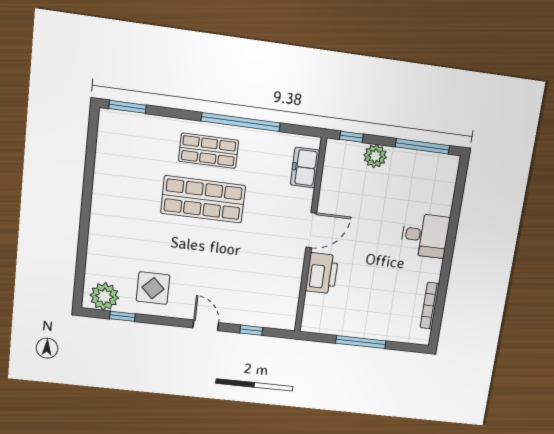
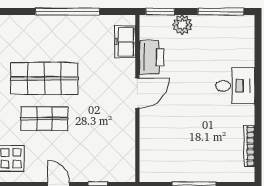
window: (351, 137) -> (160, 12), width x1.50
shop shelf: (209, 151) -> (44, 119), moved
printer: (322, 273) -> (152, 57), moved

